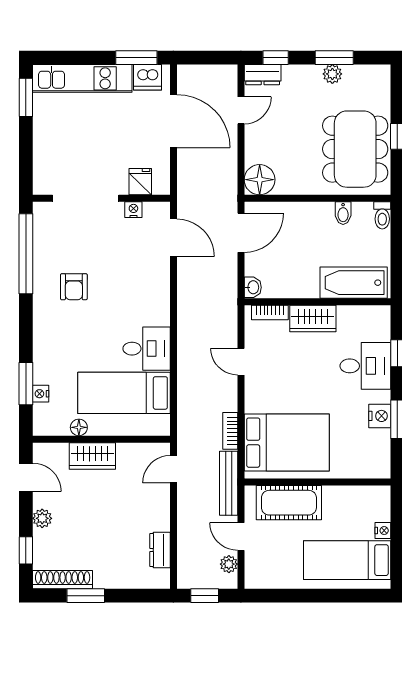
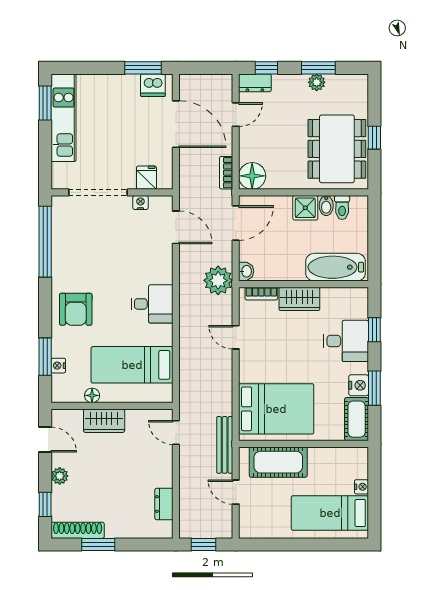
kitchen unit: (82, 78) -> (64, 118), moved, turned -90
toilet: (382, 215) -> (342, 208), moved
shower: (320, 216) -> (305, 208), added
armchair: (74, 287) -> (76, 309), moved, width x1.38, depth x1.38
desk: (147, 349) -> (152, 304), moved
bookcase: (230, 431) -> (226, 173), moved
cot: (377, 454) -> (357, 419), added
door: (173, 469) -> (176, 433), hinge flipped
plant: (229, 564) -> (218, 280), moved, width x1.87, depth x1.87

